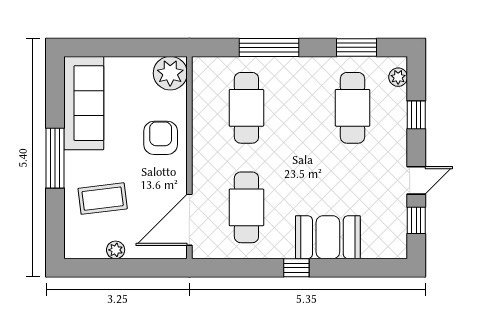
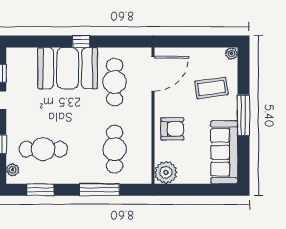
cafe table: (353, 108) -> (43, 149), turned 90
armchair: (161, 138) -> (172, 129), turned -90
booth: (328, 237) -> (68, 68), width x1.36, depth x1.42
plant: (116, 250) -> (231, 53), moved

